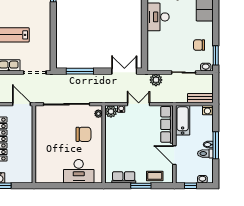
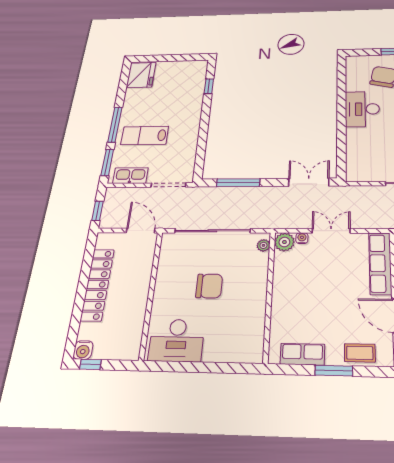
plant: (156, 80) -> (360, 195), removed
chair: (84, 134) -> (209, 286), moved
desk: (79, 171) -> (176, 340), moved

